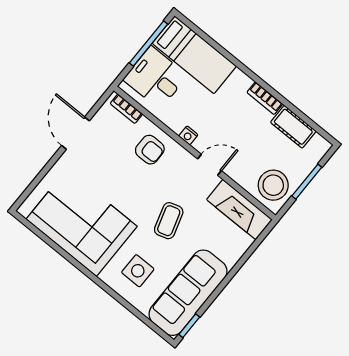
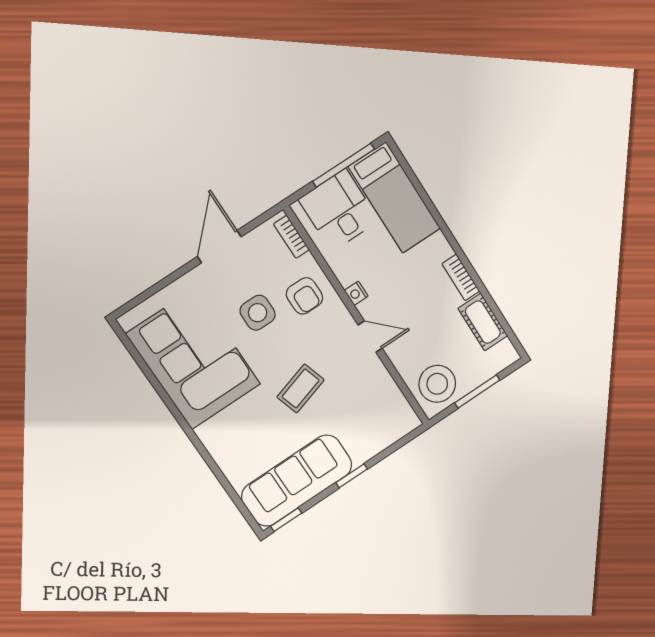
fireplace: (239, 210) -> (389, 401), removed
side table: (138, 271) -> (258, 313), moved
window: (229, 277) -> (352, 476), added

